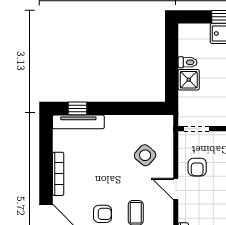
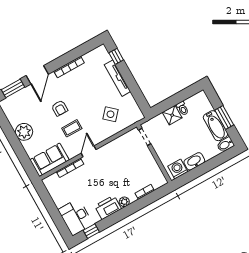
tv unit: (78, 122) -> (117, 78), moved
armchair: (197, 167) -> (121, 151), removed
door: (176, 189) -> (89, 151), moved

